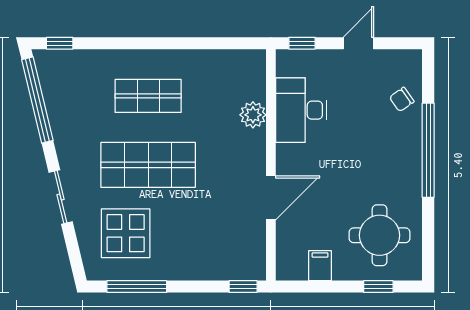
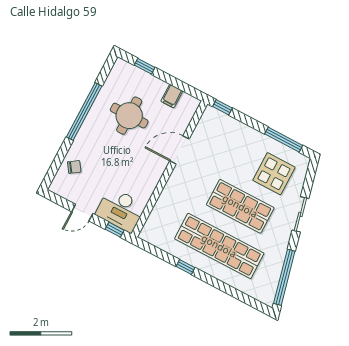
window: (60, 43) -> (186, 267), moved
shop shelf: (148, 96) -> (219, 246), width x2.00, depth x1.36
desk: (301, 110) -> (121, 210), moved, turned 90
plant: (253, 115) -> (165, 203), removed
window: (428, 150) -> (84, 111), moved
round table: (380, 235) -> (129, 116), moved

